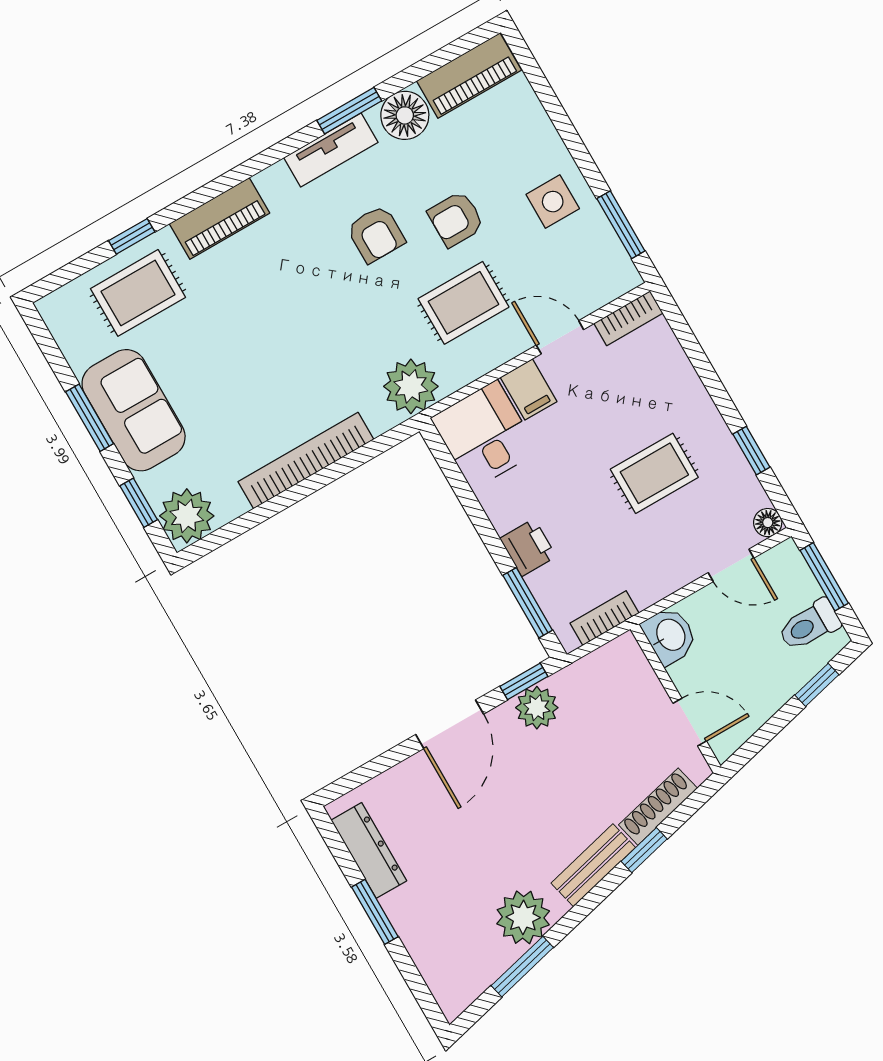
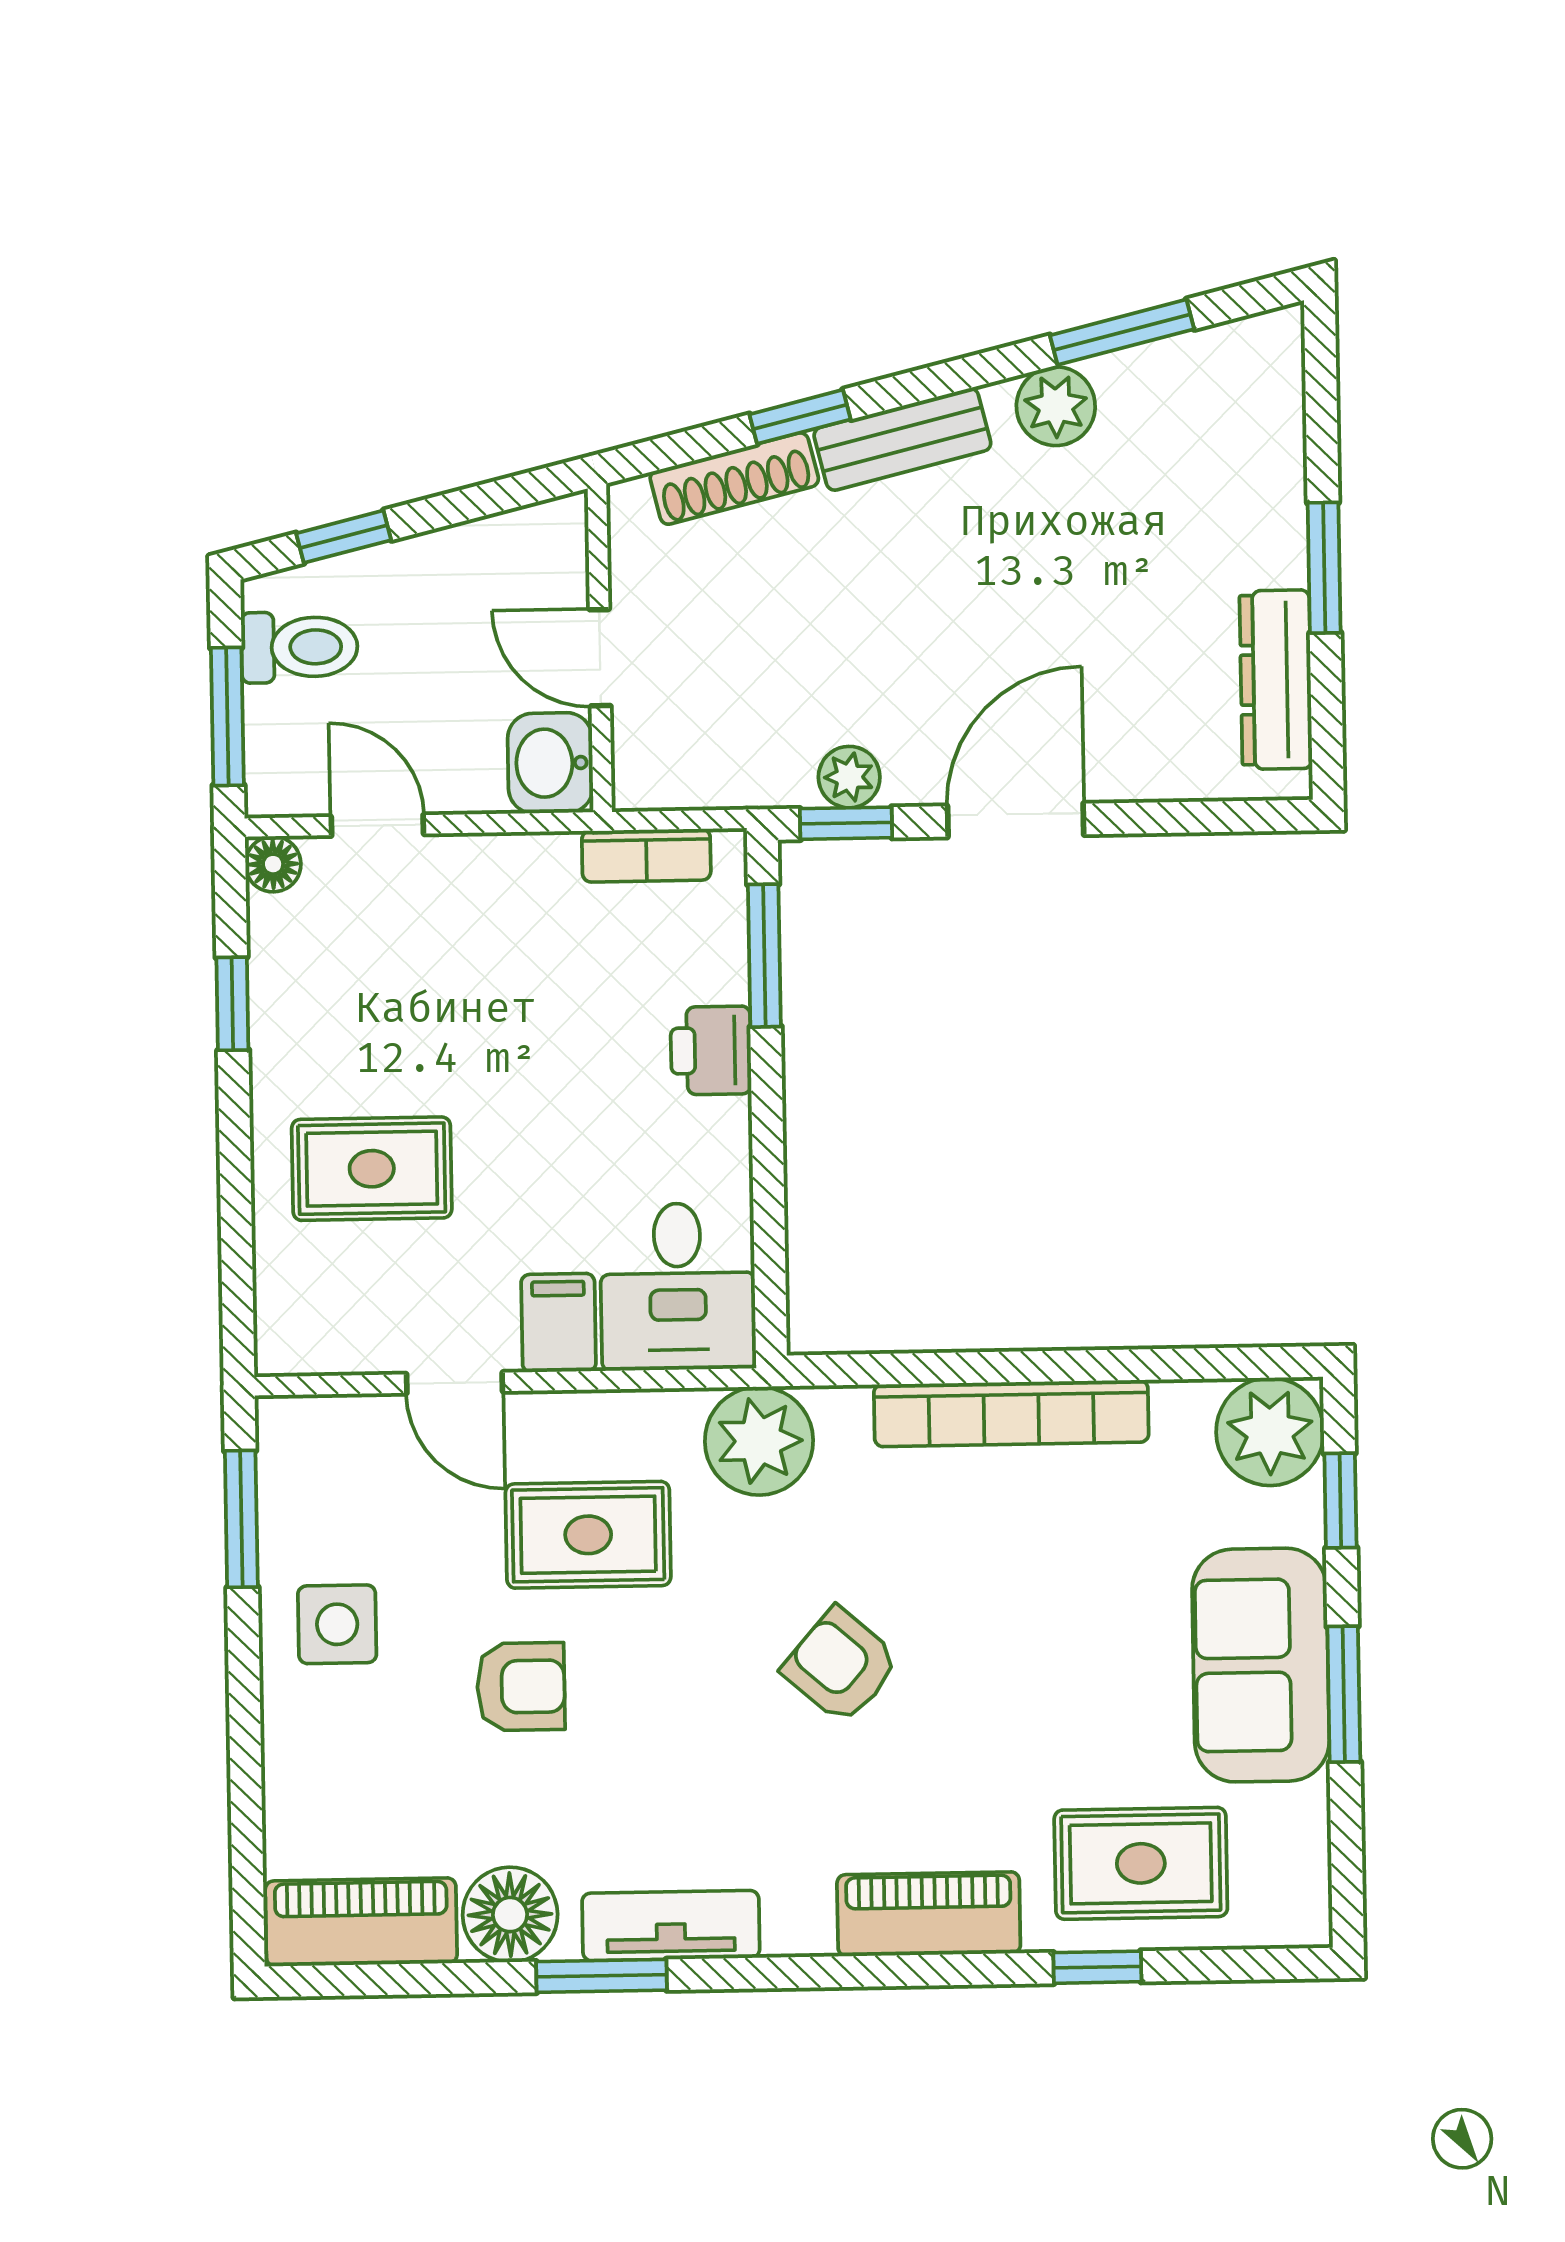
armchair: (376, 234) -> (841, 1666), moved, turned -49
bookcase: (628, 318) -> (318, 1350), removed
rug: (654, 473) -> (372, 1169), moved
plant: (537, 708) -> (849, 777), width x0.73, depth x0.73
door: (690, 722) -> (600, 658), moved
plant: (523, 917) -> (1056, 406), width x0.73, depth x0.73

